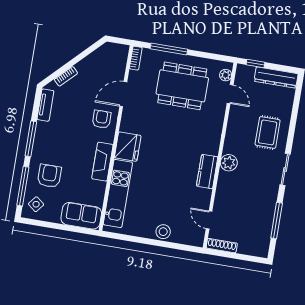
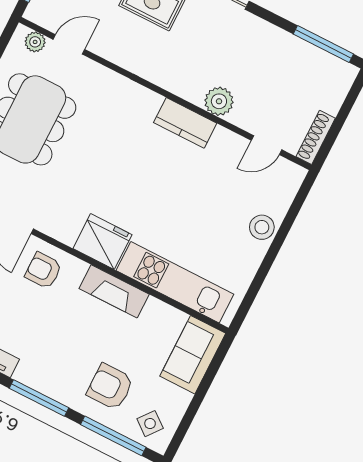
plant: (229, 163) -> (219, 101), moved
window: (277, 220) -> (323, 44), moved

